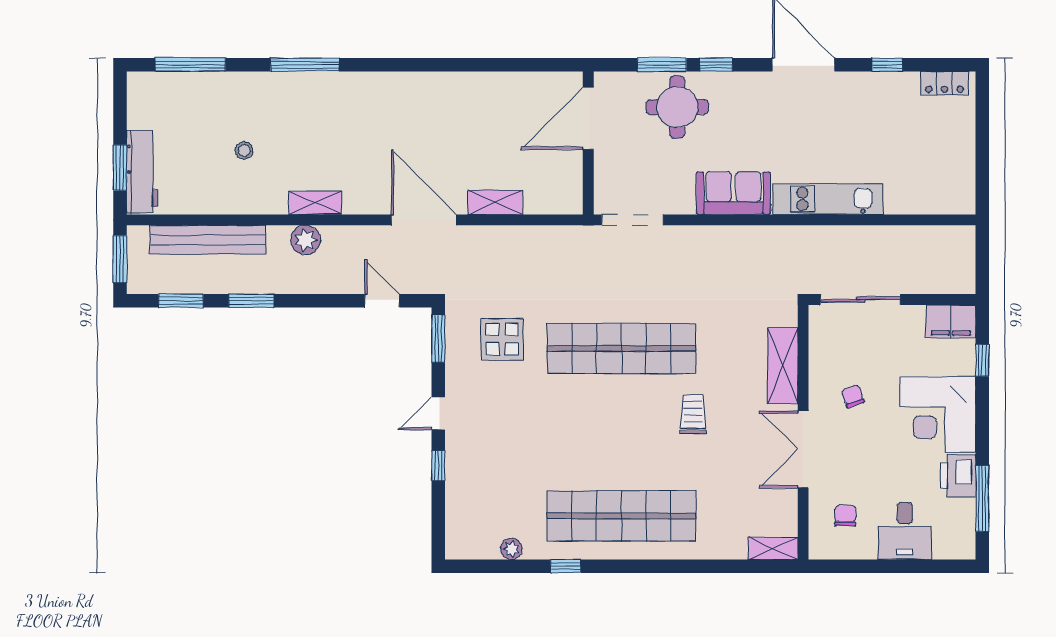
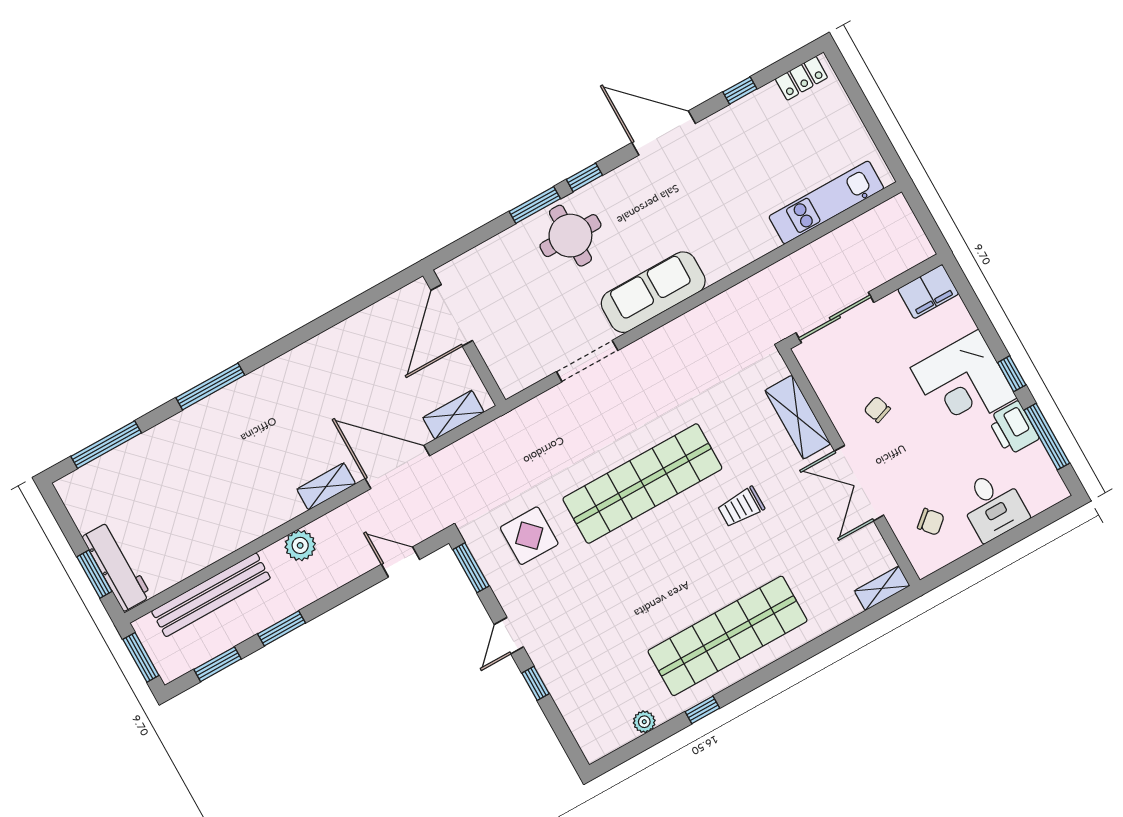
door: (588, 118) -> (452, 315), moved
wall: (588, 143) -> (464, 338), moved
stool: (244, 150) -> (199, 495), removed
sofa: (733, 193) -> (653, 292), width x1.36
kitchen unit: (828, 199) -> (826, 202), moved
shelving: (315, 203) -> (326, 486), moved
window: (982, 360) -> (1012, 374), moved
trolley: (693, 414) -> (741, 507), turned -90
chair: (845, 515) -> (931, 522), turned 139

